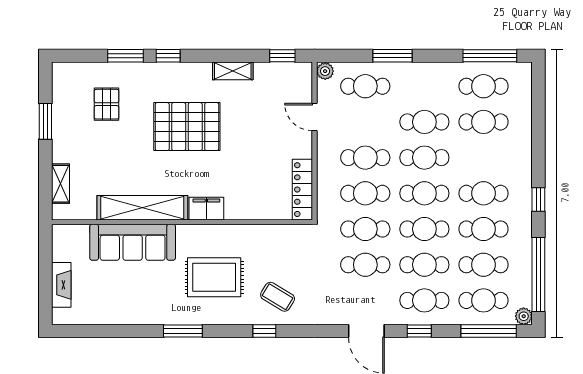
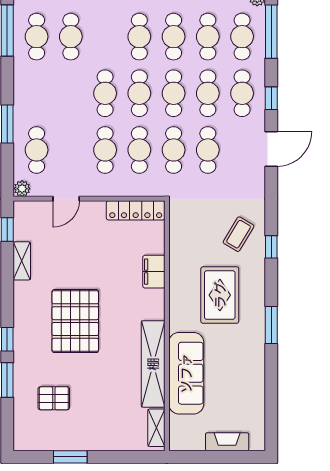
shelving: (233, 71) -> (22, 261), moved
cafe table: (424, 122) -> (71, 93), removed
shelving: (60, 184) -> (156, 428), moved, turned 90
filing cabinet: (206, 209) -> (154, 272), moved

